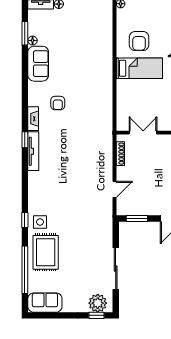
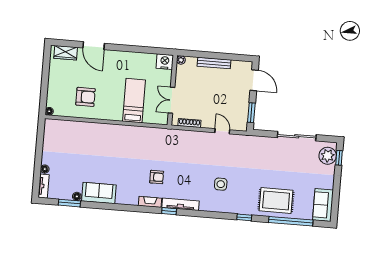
bed: (139, 68) -> (134, 101), moved
armchair: (58, 103) -> (157, 177), moved
side table: (40, 222) -> (221, 184), moved

